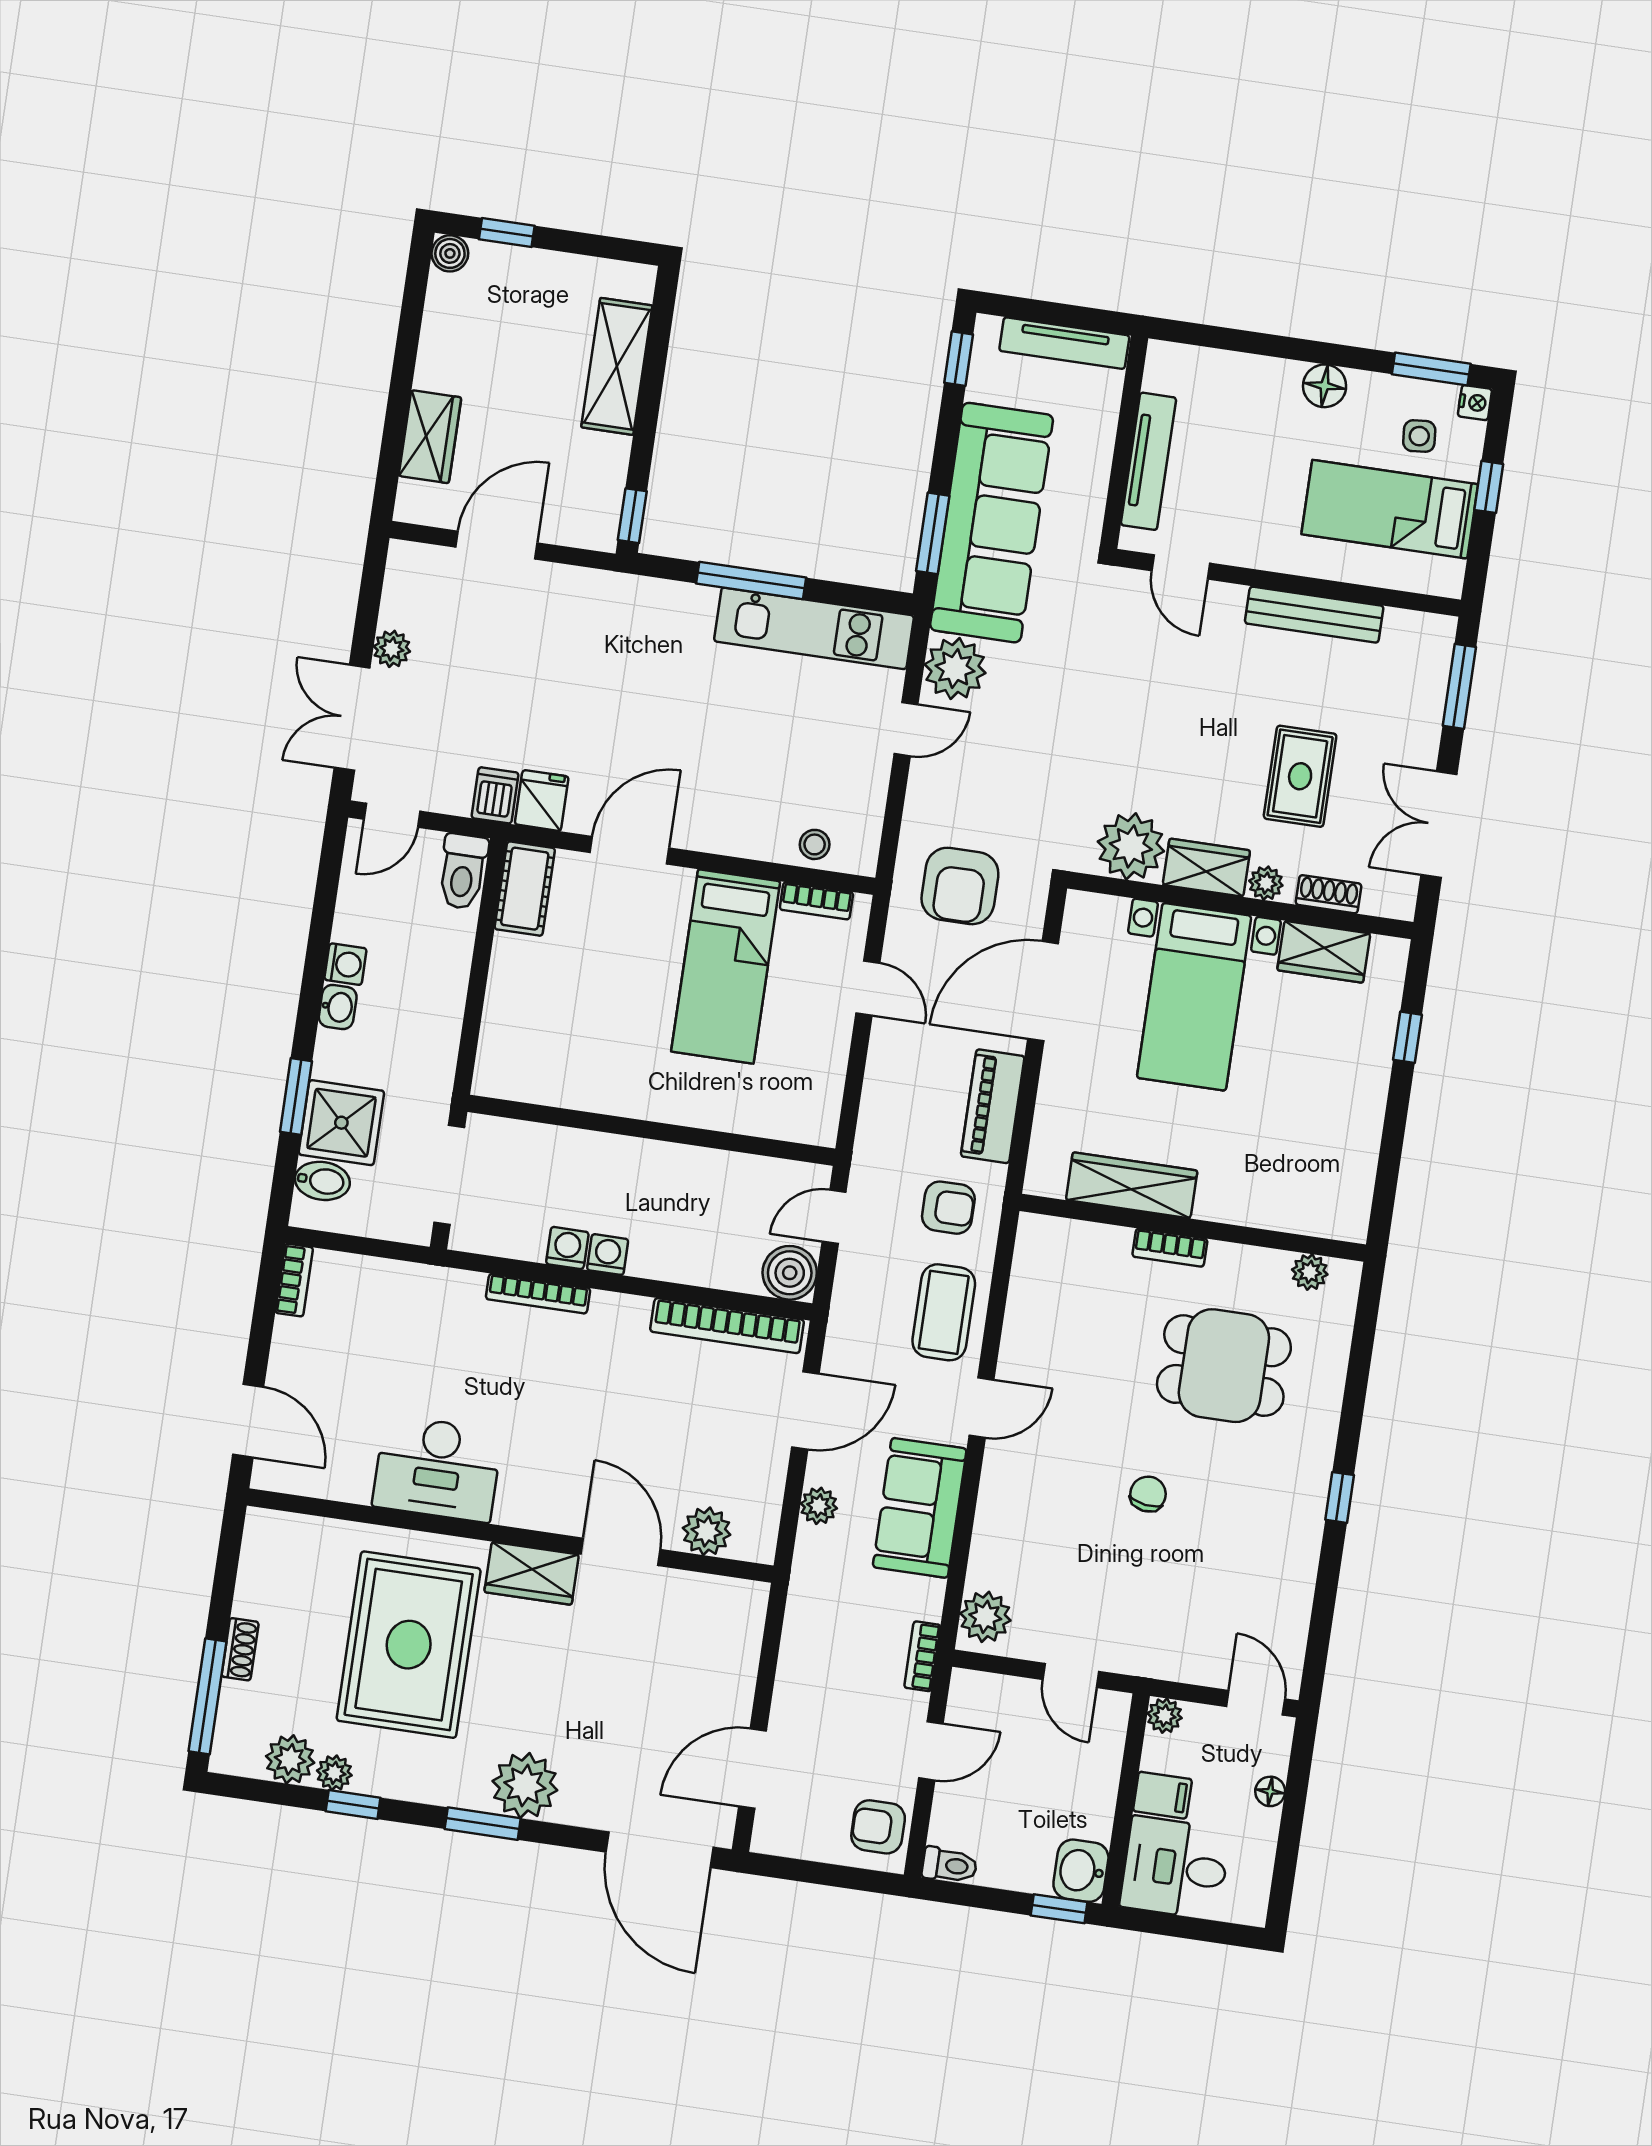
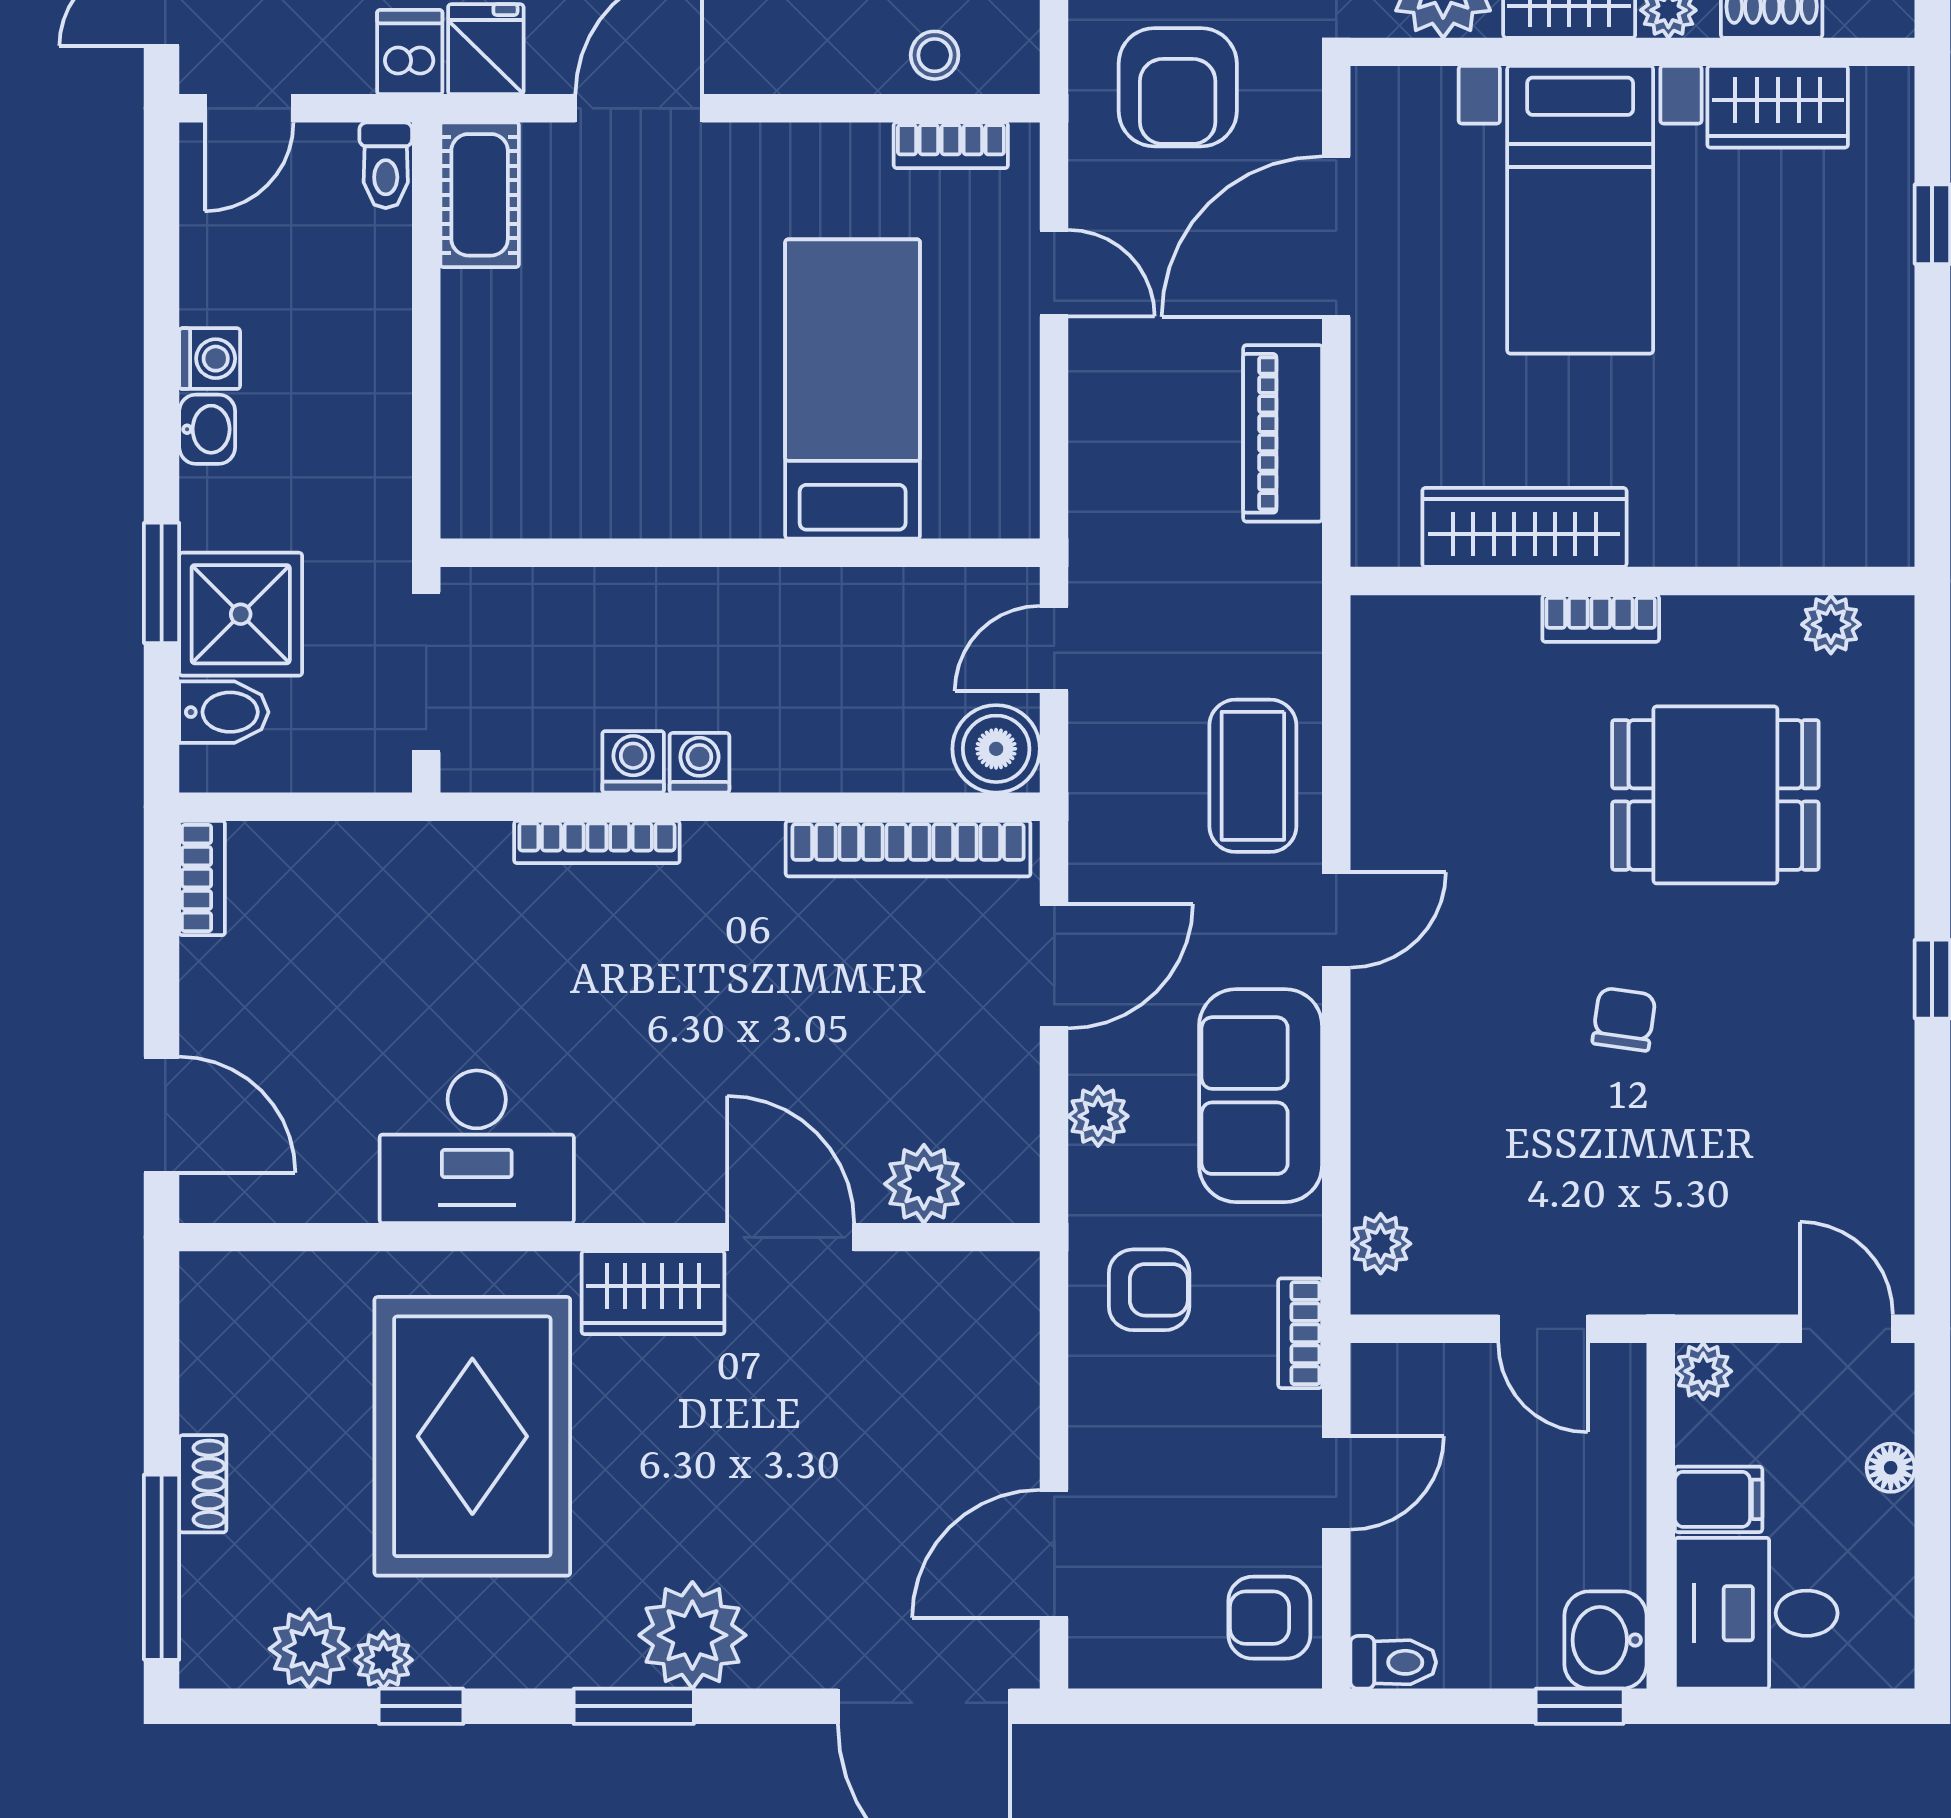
toilet: (463, 871) -> (386, 165), width x0.73, depth x0.72
bed: (726, 966) -> (853, 389), moved, turned 180
armchair: (948, 1208) -> (1149, 1290), moved
plant: (985, 1617) -> (1381, 1244), width x0.73, depth x0.73

